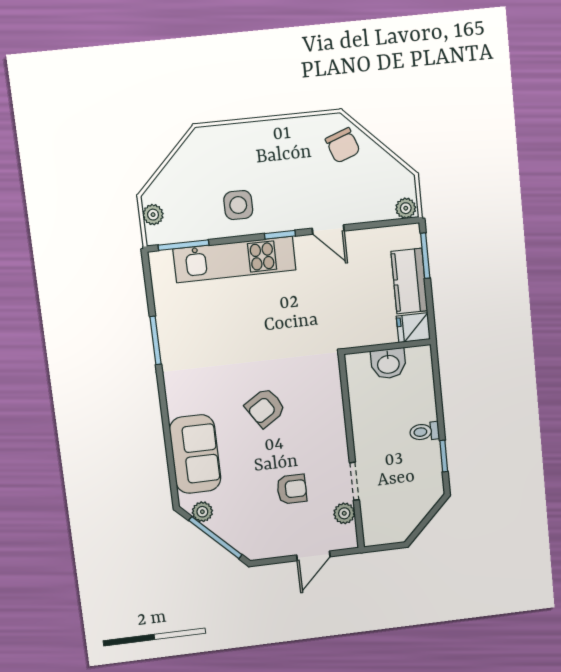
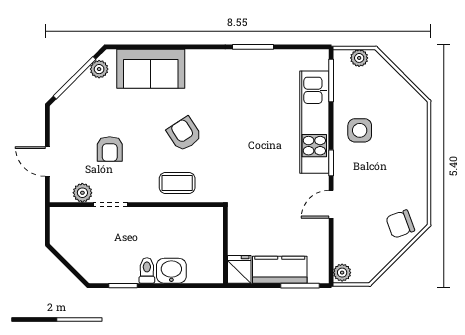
washbasin: (388, 364) -> (171, 271), moved, turned 90
coffee table: (322, 409) -> (177, 183), added

